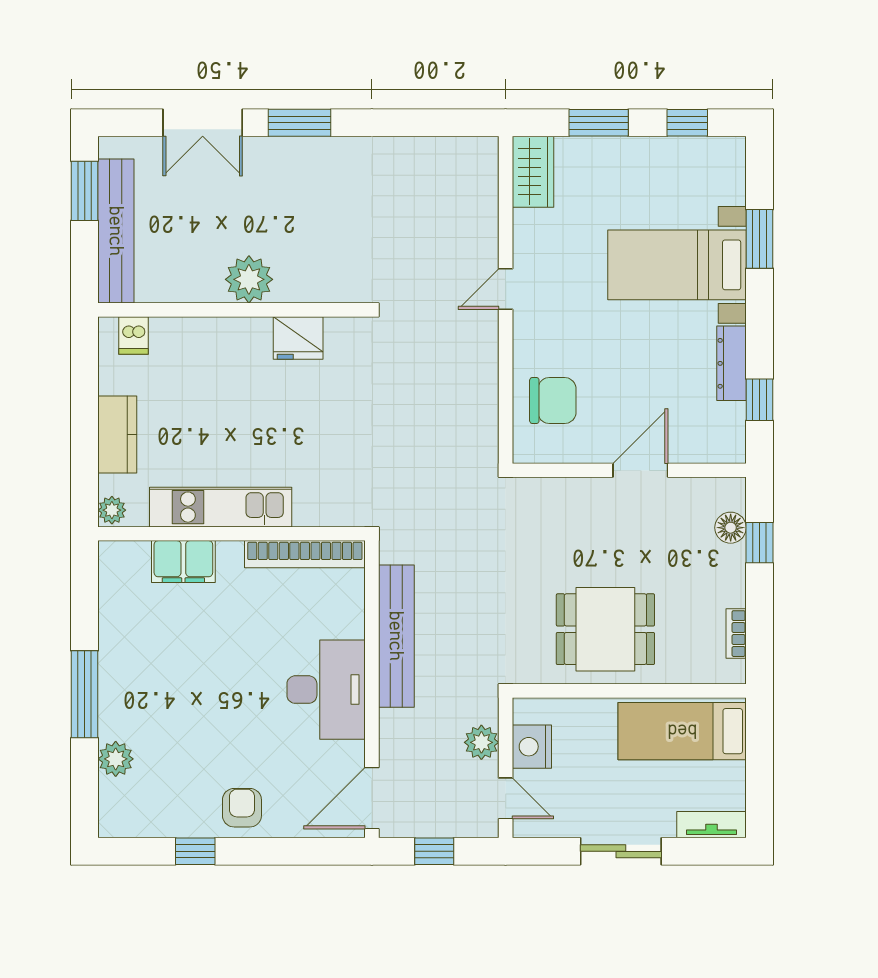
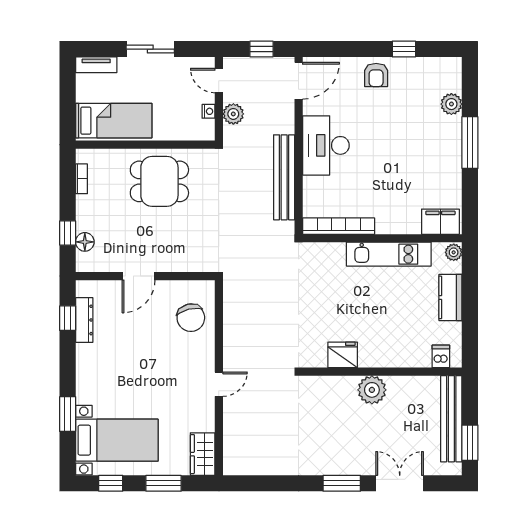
bed with nightstands: (677, 265) -> (117, 440), moved
dresser: (732, 363) -> (84, 320), moved
chair: (553, 401) -> (191, 318), turned -104
filing cabinet: (183, 562) -> (440, 222), moved
nightstand: (532, 747) -> (208, 111), width x0.53, depth x0.56

